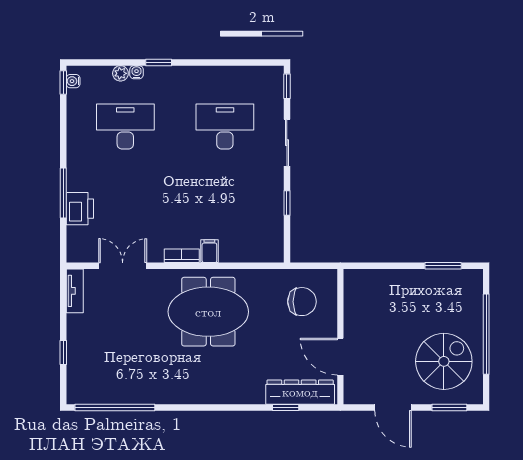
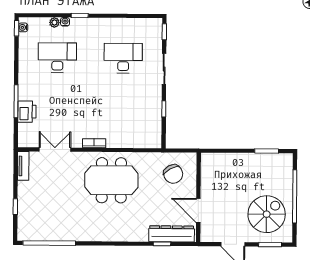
filing cabinet: (209, 251) -> (112, 140), removed
chair: (302, 302) -> (173, 174), turned 61

